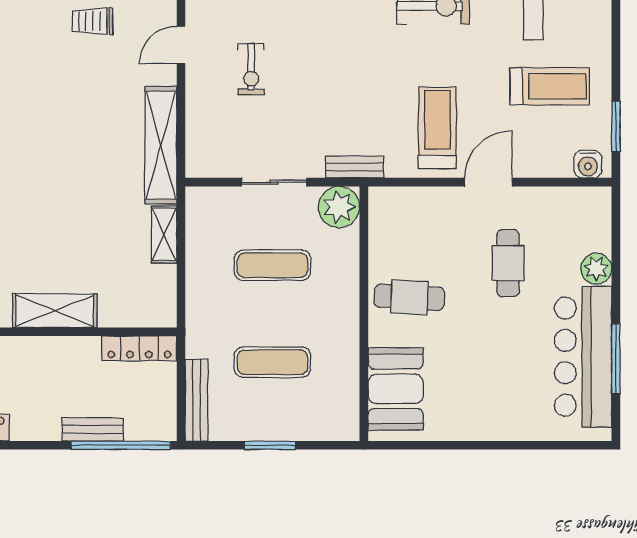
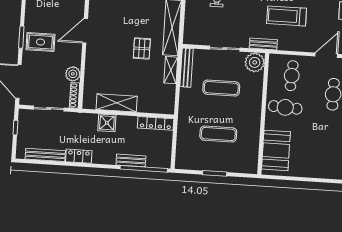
treadmill: (437, 128) -> (287, 16), moved, turned -90
pallet: (100, 193) -> (142, 48), added
cafe table: (419, 230) -> (292, 76), added
shower: (37, 354) -> (107, 123), added
bench: (197, 400) -> (186, 68), moved

